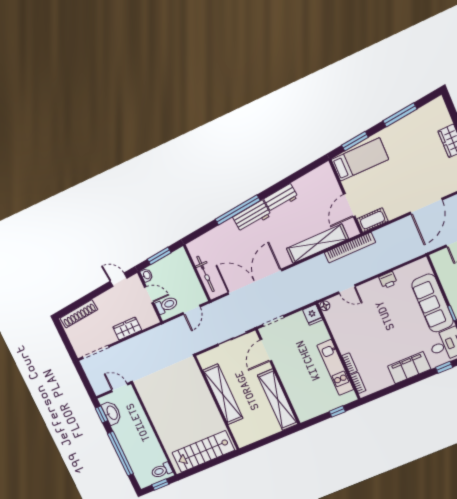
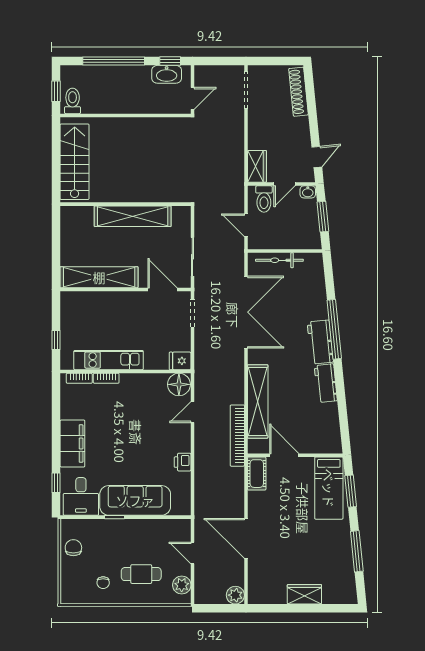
floor lamp: (325, 306) -> (179, 384), width x1.89, depth x1.89
wardrobe: (127, 329) -> (257, 166), moved

